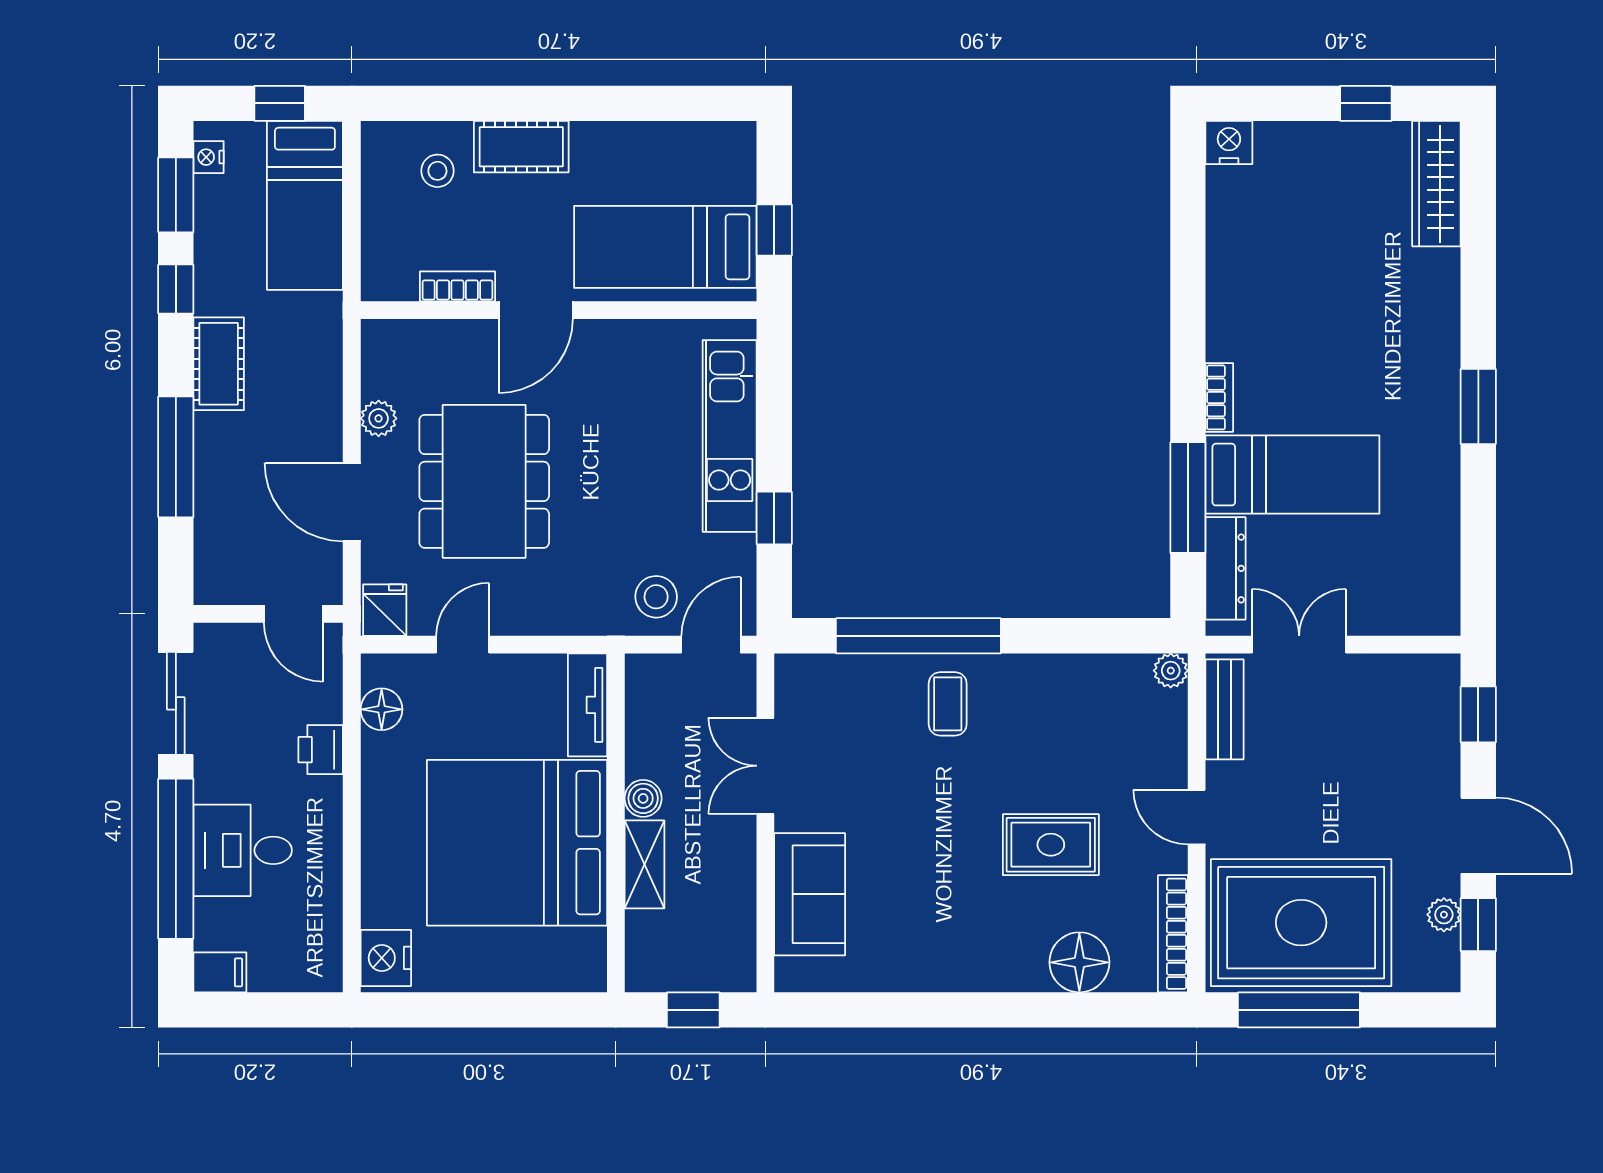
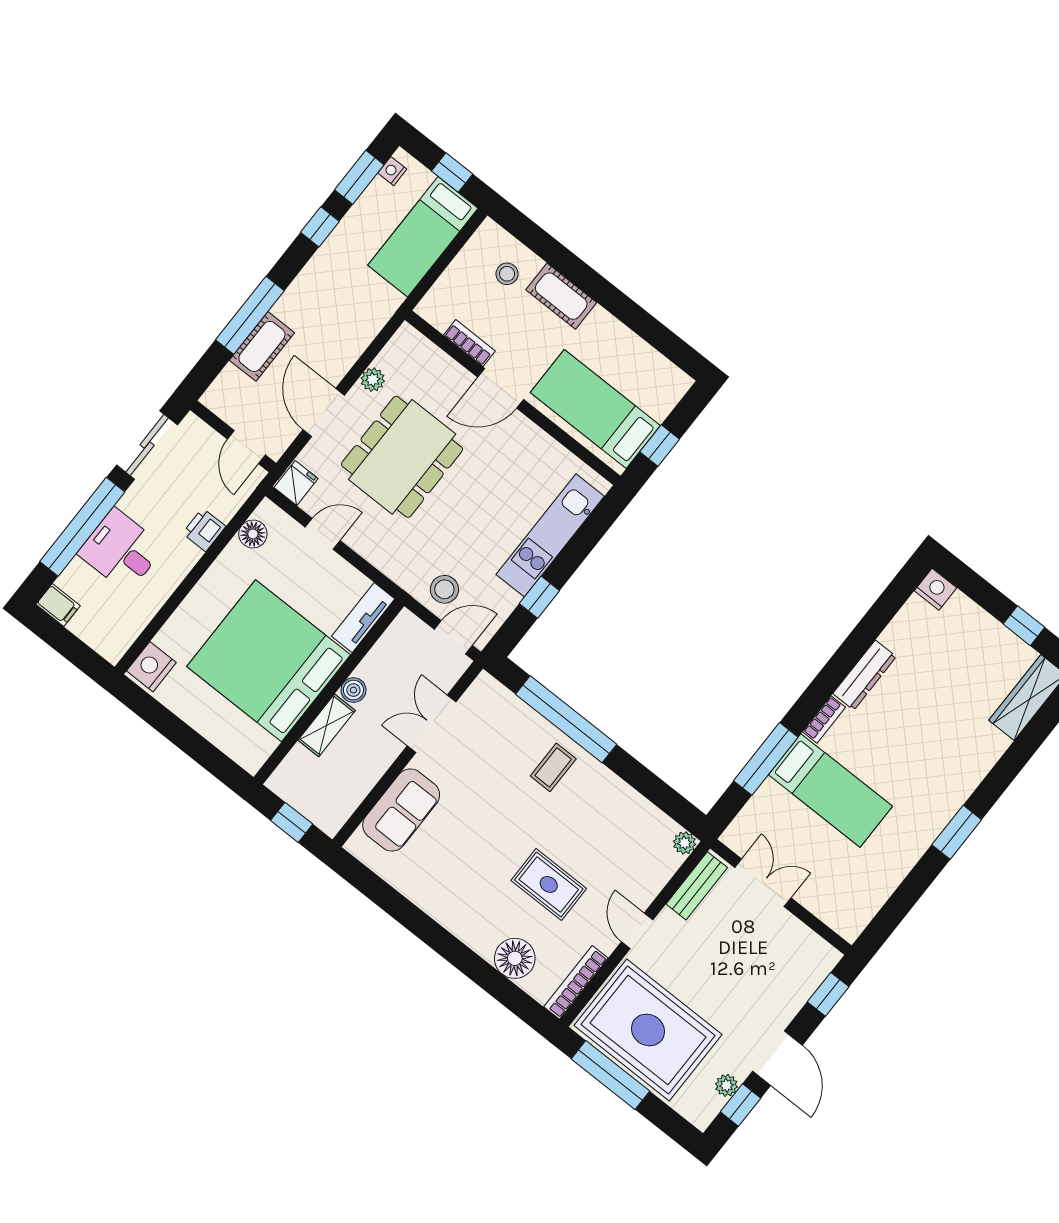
cot: (219, 364) -> (262, 346), moved
dresser: (1226, 568) -> (865, 675), moved

